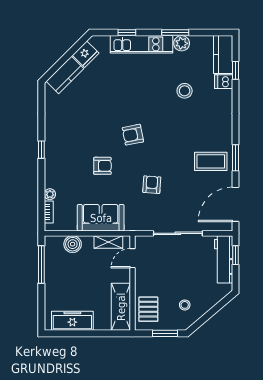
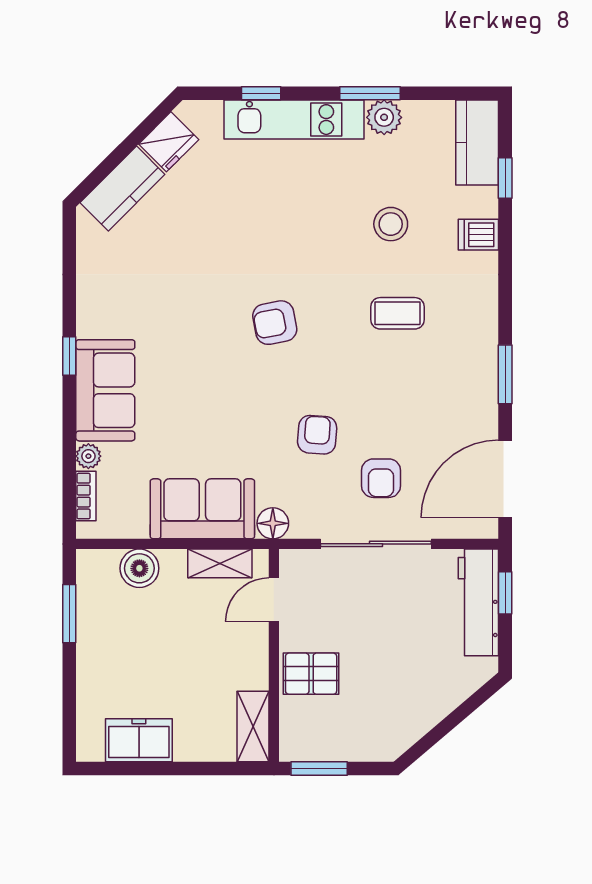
dishwasher: (224, 82) -> (478, 235), moved
coffee table: (211, 161) -> (397, 313), moved, width x0.73, depth x0.77
sofa: (57, 165) -> (105, 390), added
armchair: (102, 166) -> (381, 478), moved, turned 90
floor lamp: (132, 224) -> (273, 523), added
window: (41, 264) -> (69, 614), width x0.69
stool: (185, 305) -> (391, 705), removed
shelving: (121, 307) -> (253, 727), width x0.67, depth x0.75
pallet: (148, 309) -> (311, 674), moved, turned 90
freezer: (72, 321) -> (139, 740), width x0.71
window: (165, 333) -> (319, 769), moved

